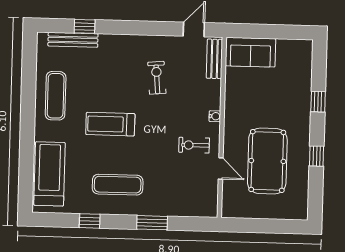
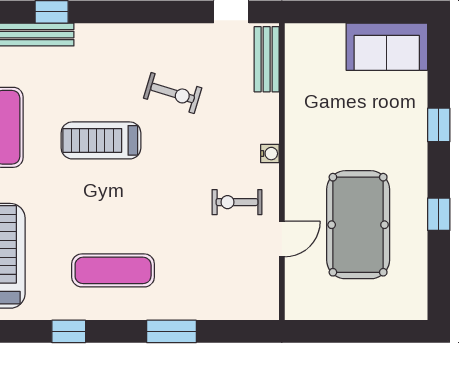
sofa: (250, 52) -> (387, 47), moved
exercise bike: (157, 78) -> (173, 93), turned 112
treadmill: (110, 124) -> (101, 140), moved
door: (221, 168) -> (282, 239), hinge flipped

